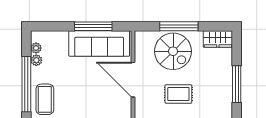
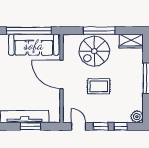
window: (93, 26) -> (29, 31), width x1.46
spiral stairs: (173, 51) -> (94, 51), turned 90

